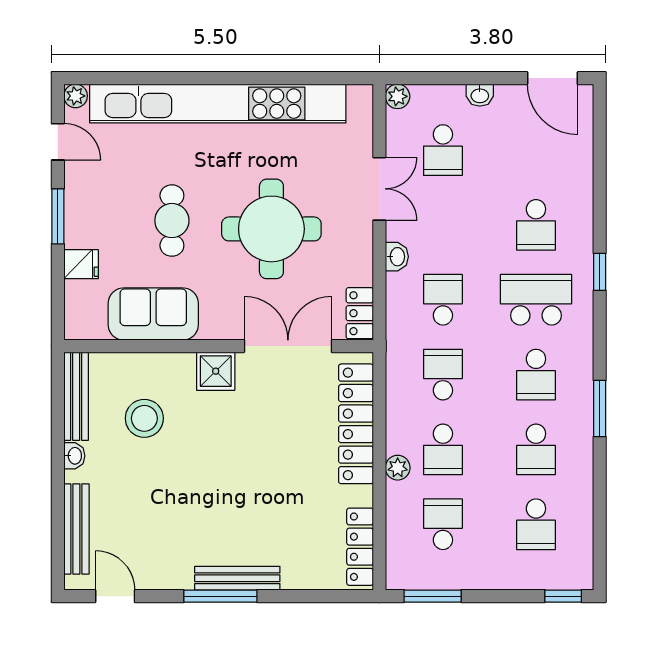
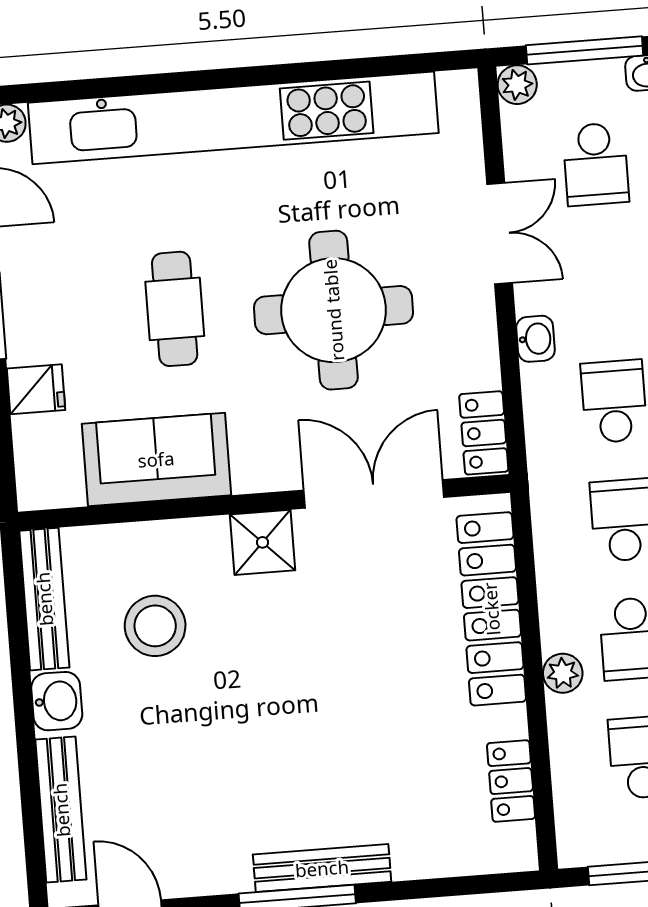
window: (441, 78) -> (585, 50), added
washbasin: (74, 456) -> (57, 701), width x1.38, depth x1.45
locker: (360, 547) -> (511, 781), width x0.66

